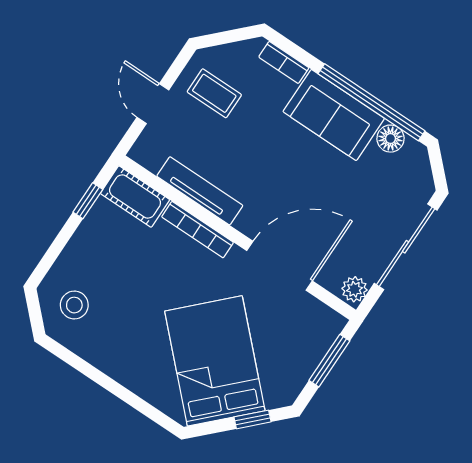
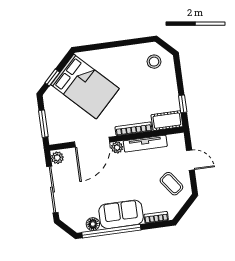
coffee table: (214, 93) -> (171, 184), turned 54
plant: (249, 223) -> (117, 148), added

